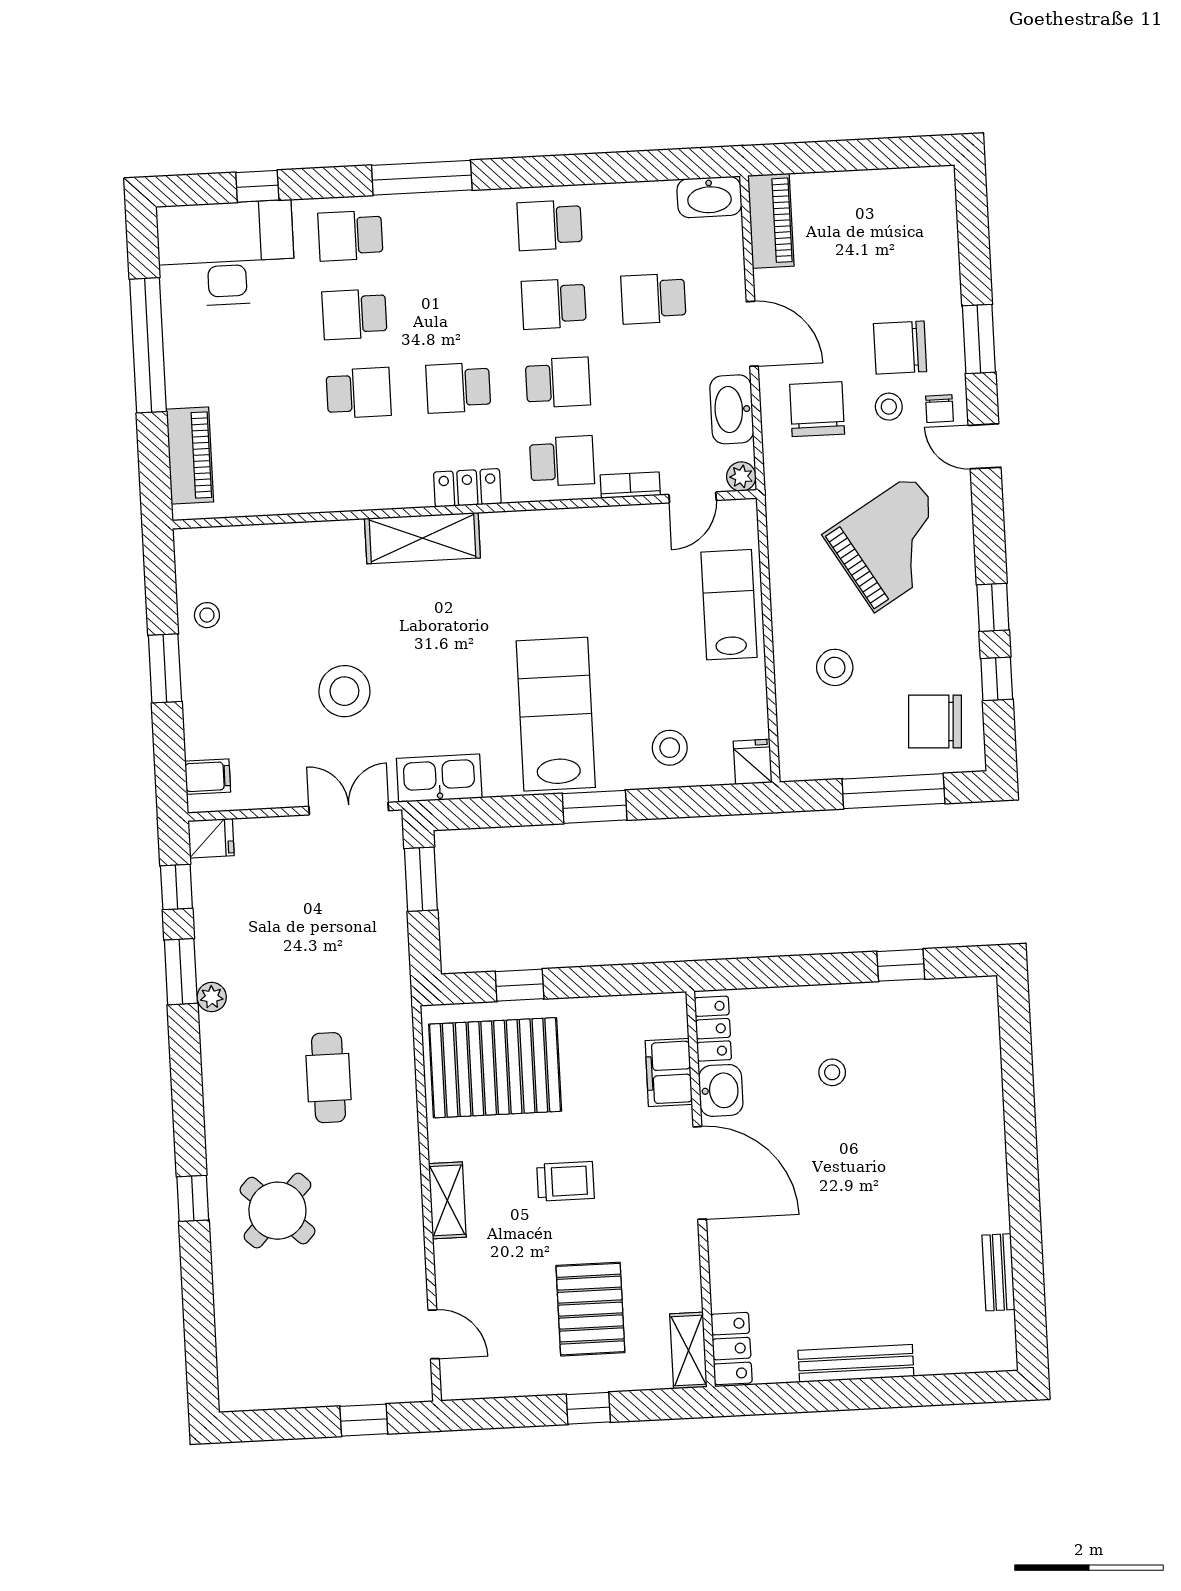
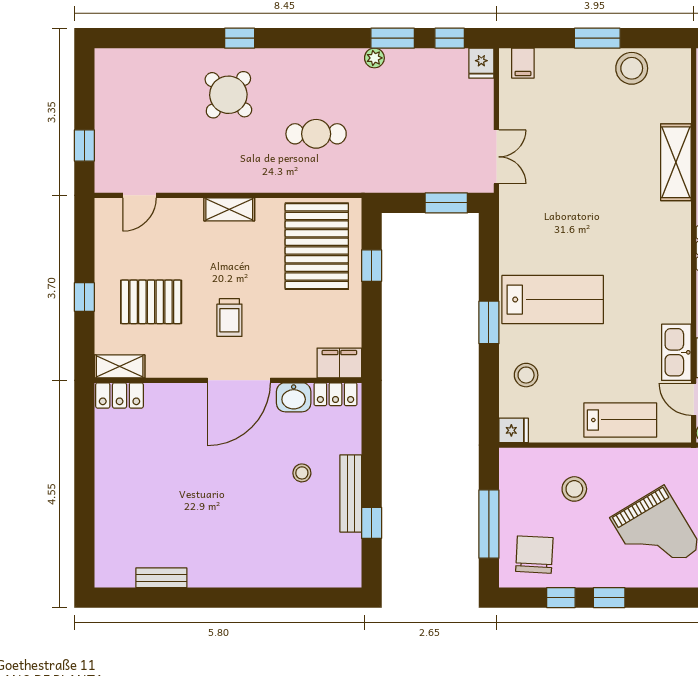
shelving: (422, 538) -> (676, 162), moved
stool: (207, 615) -> (632, 68), width x1.89, depth x1.89
stool: (344, 691) -> (576, 158), removed
kitchen sink: (439, 778) -> (676, 352), moved, turned 180
filing cabinet: (669, 1073) -> (339, 363), moved
trolley: (565, 1181) -> (229, 318), moved
bench: (856, 1363) -> (351, 493), moved

